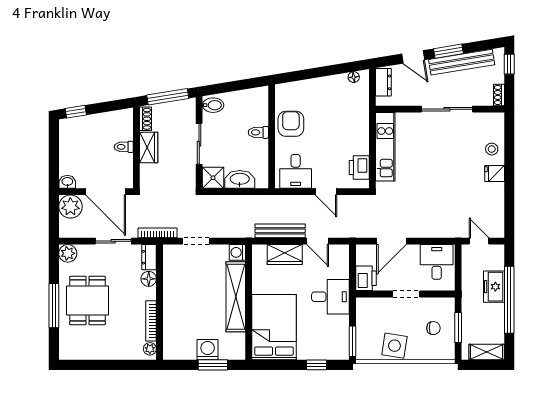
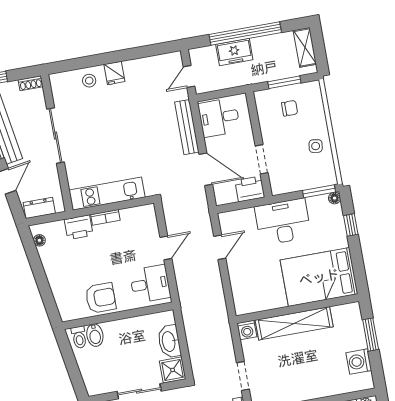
bidet: (213, 105) -> (95, 335), moved, turned 180
armchair: (291, 124) -> (101, 298), turned 180
toilet: (258, 132) -> (79, 337), moved
bookcase: (364, 141) -> (105, 217), added
printer: (359, 168) -> (79, 227), moved
bench: (280, 231) -> (187, 127), moved
wardrobe: (285, 254) -> (240, 279), removed
doorway: (406, 294) -> (262, 159), moved
desk: (330, 297) -> (283, 222), width x1.37
chair: (433, 328) -> (290, 108), turned 90
side table: (394, 346) -> (316, 146), width x0.54, depth x0.54
washing machine: (208, 350) -> (359, 362), moved
floor lamp: (344, 354) -> (335, 198), added

